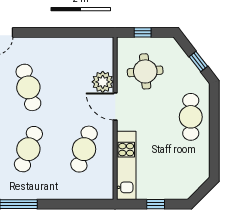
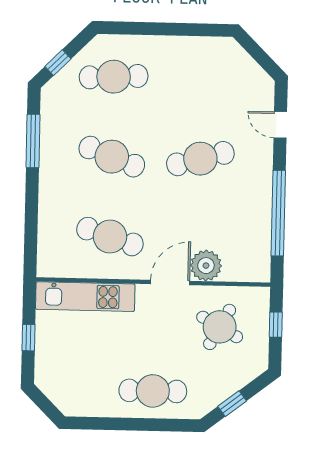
window: (65, 32) -> (278, 213), added
round table: (145, 71) -> (220, 327), turned 34

